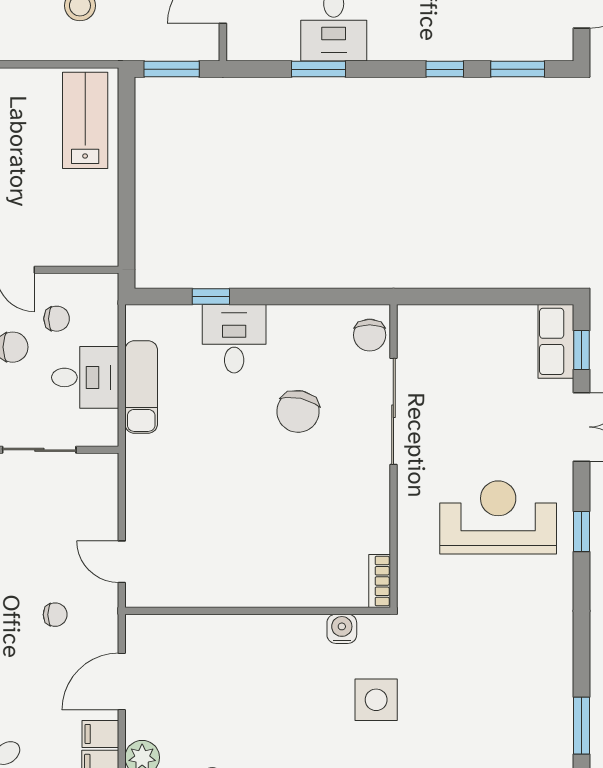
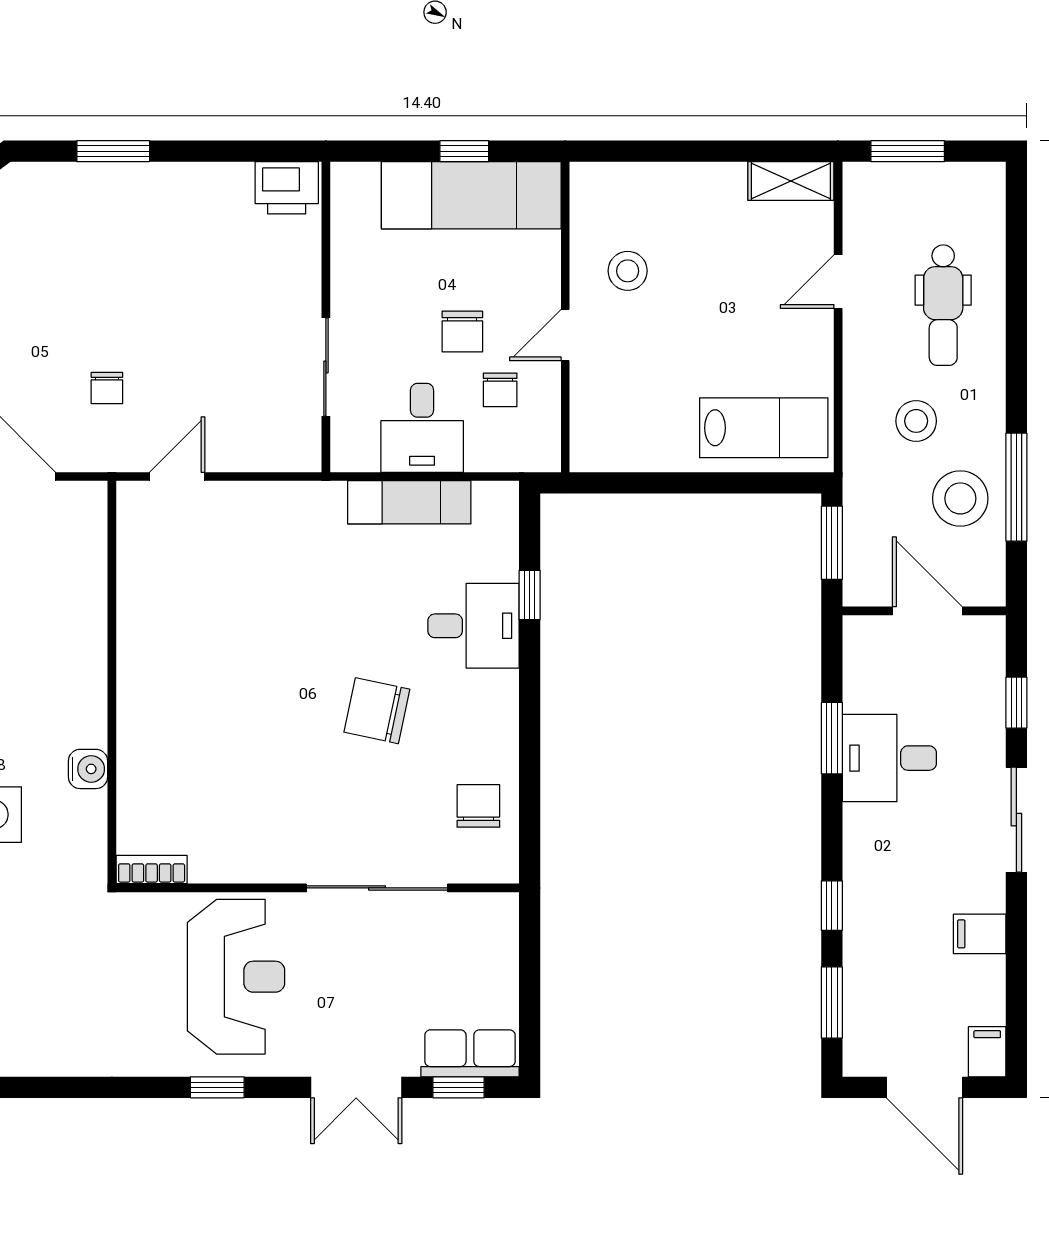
chair: (370, 335) -> (478, 806), turned 90
sliding door: (393, 411) -> (377, 888), moved
wall: (393, 456) -> (318, 888), moved
bookcase: (380, 581) -> (152, 870), moved

